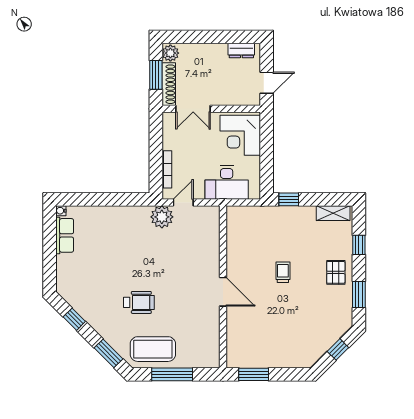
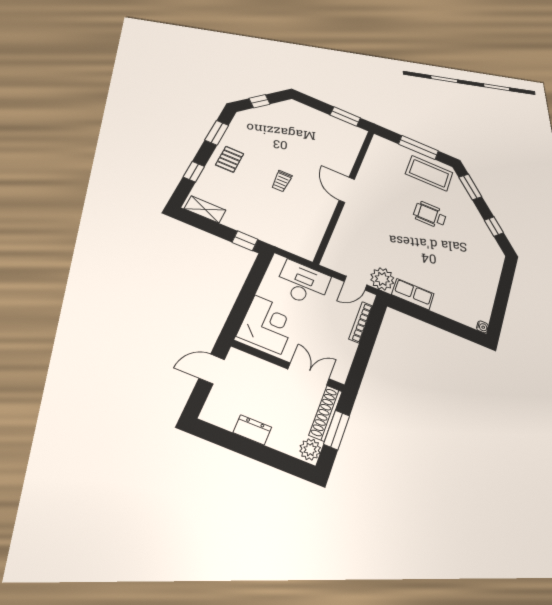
dresser: (241, 51) -> (252, 430), moved
row of seats: (65, 235) -> (413, 294), moved, turned 90

